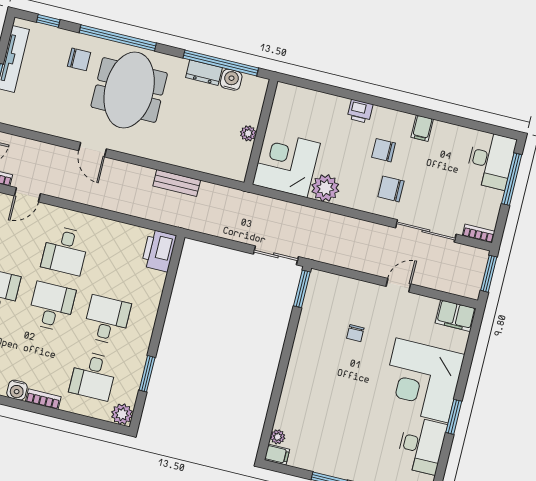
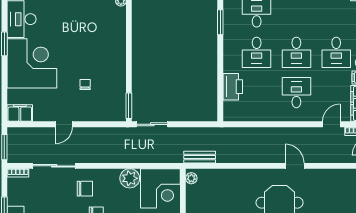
plant: (248, 133) -> (191, 178), moved
bench: (177, 183) -> (200, 157), moved
printer: (159, 251) -> (233, 87), moved

